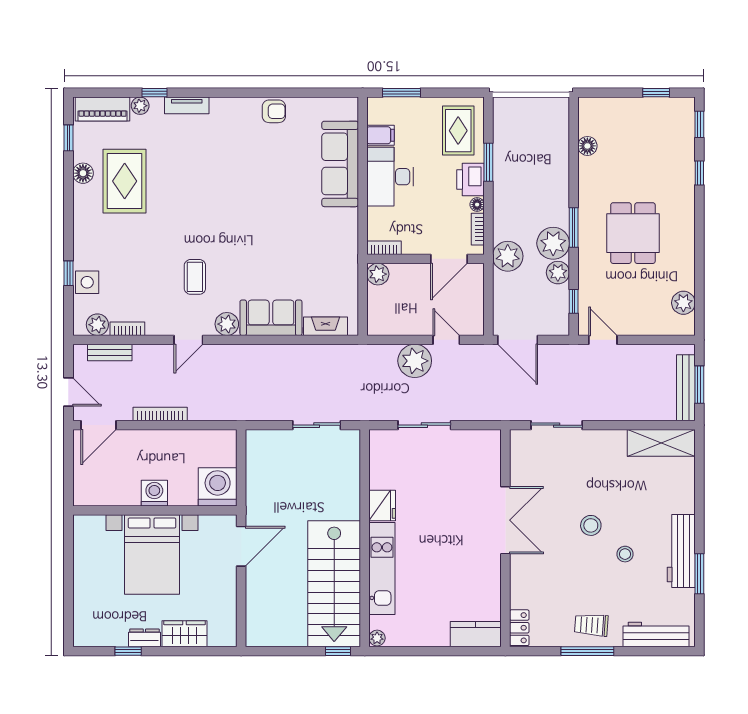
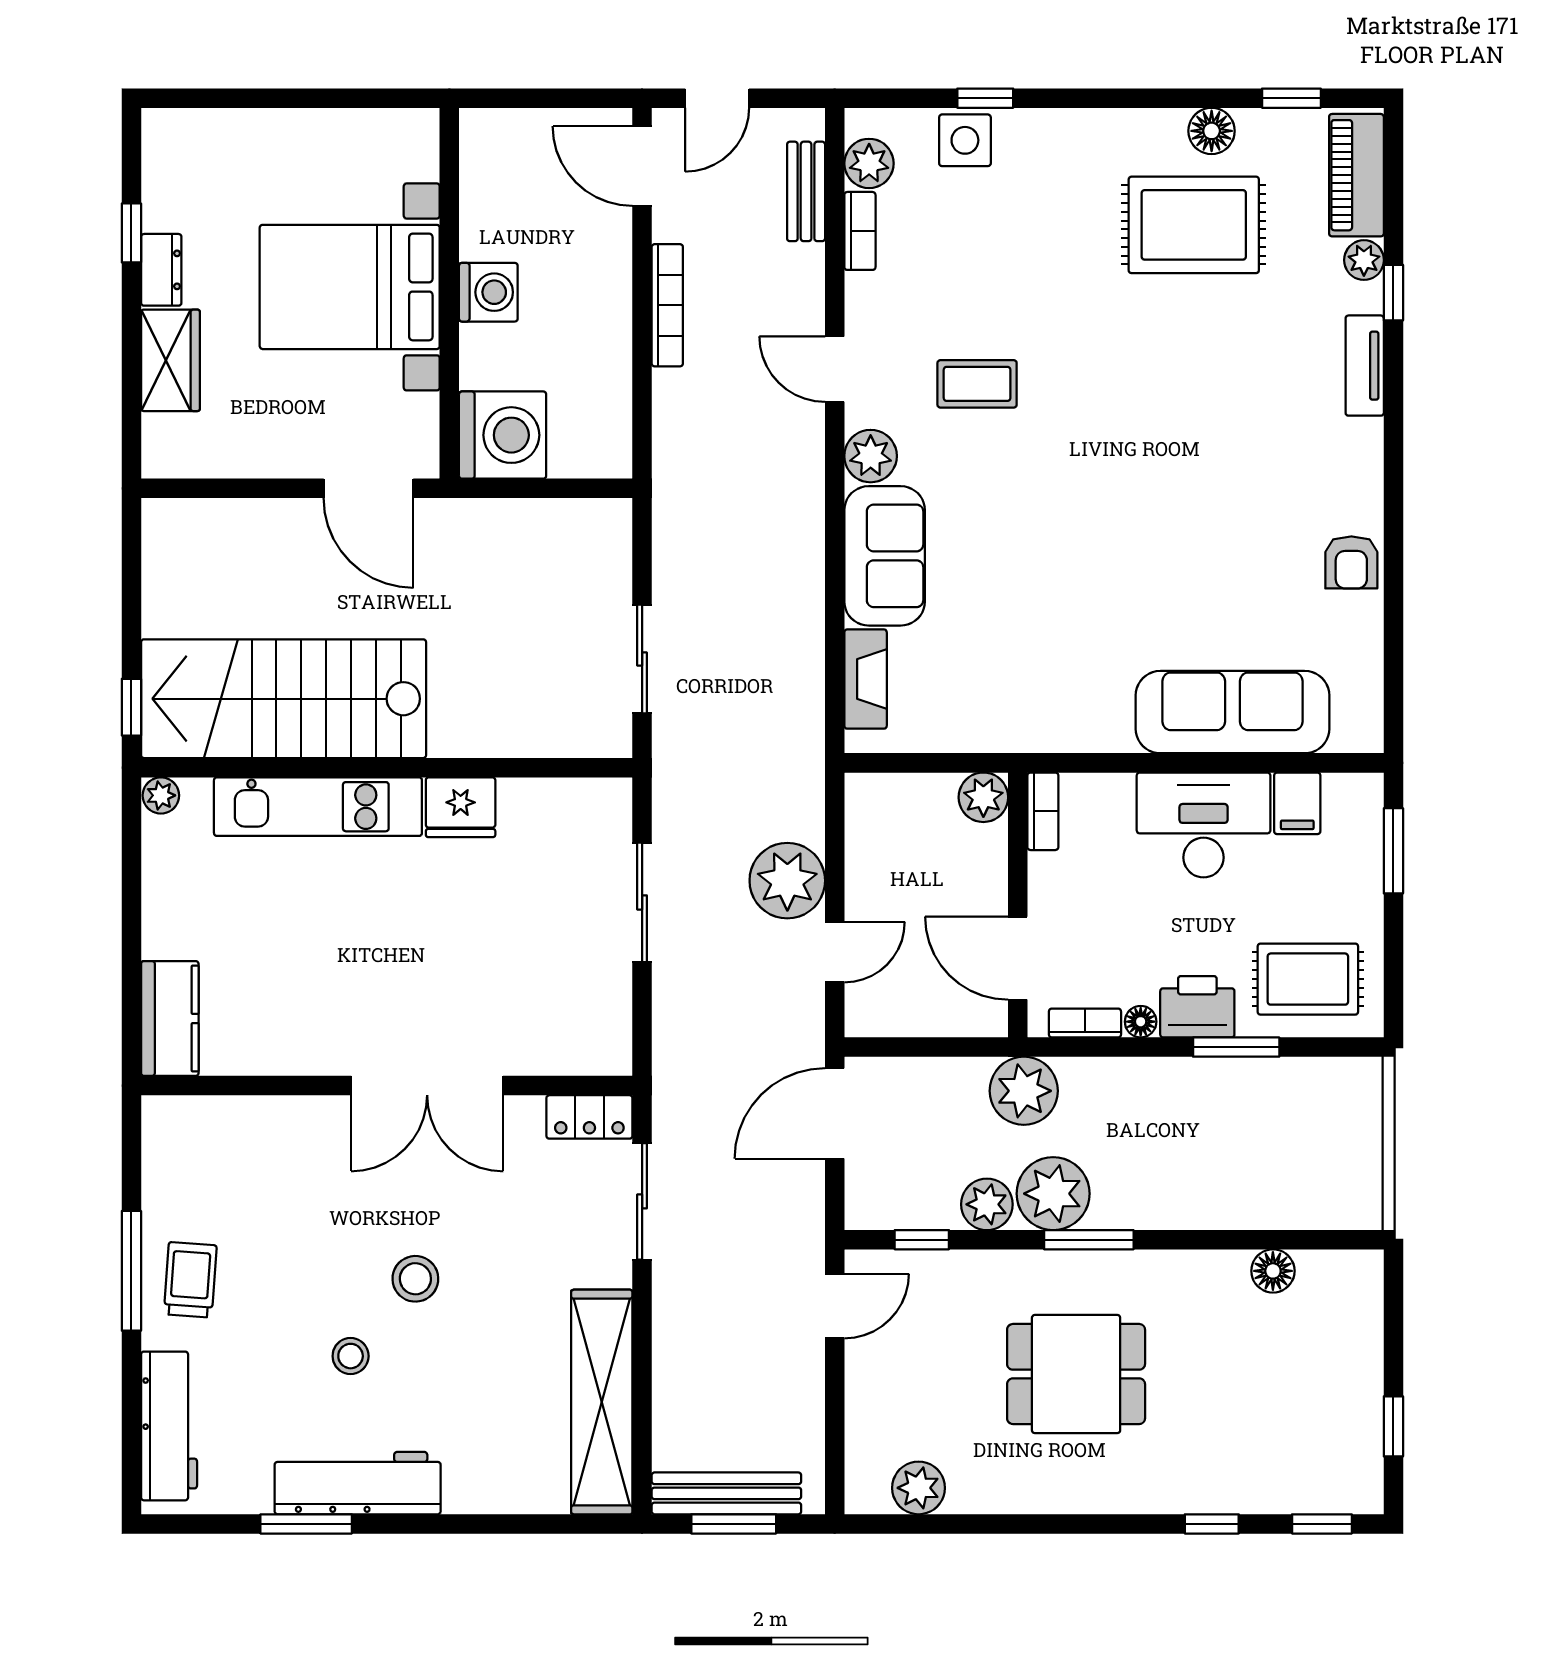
shelving: (661, 443) -> (602, 1402), width x1.47
locker: (519, 628) -> (589, 1117), moved

